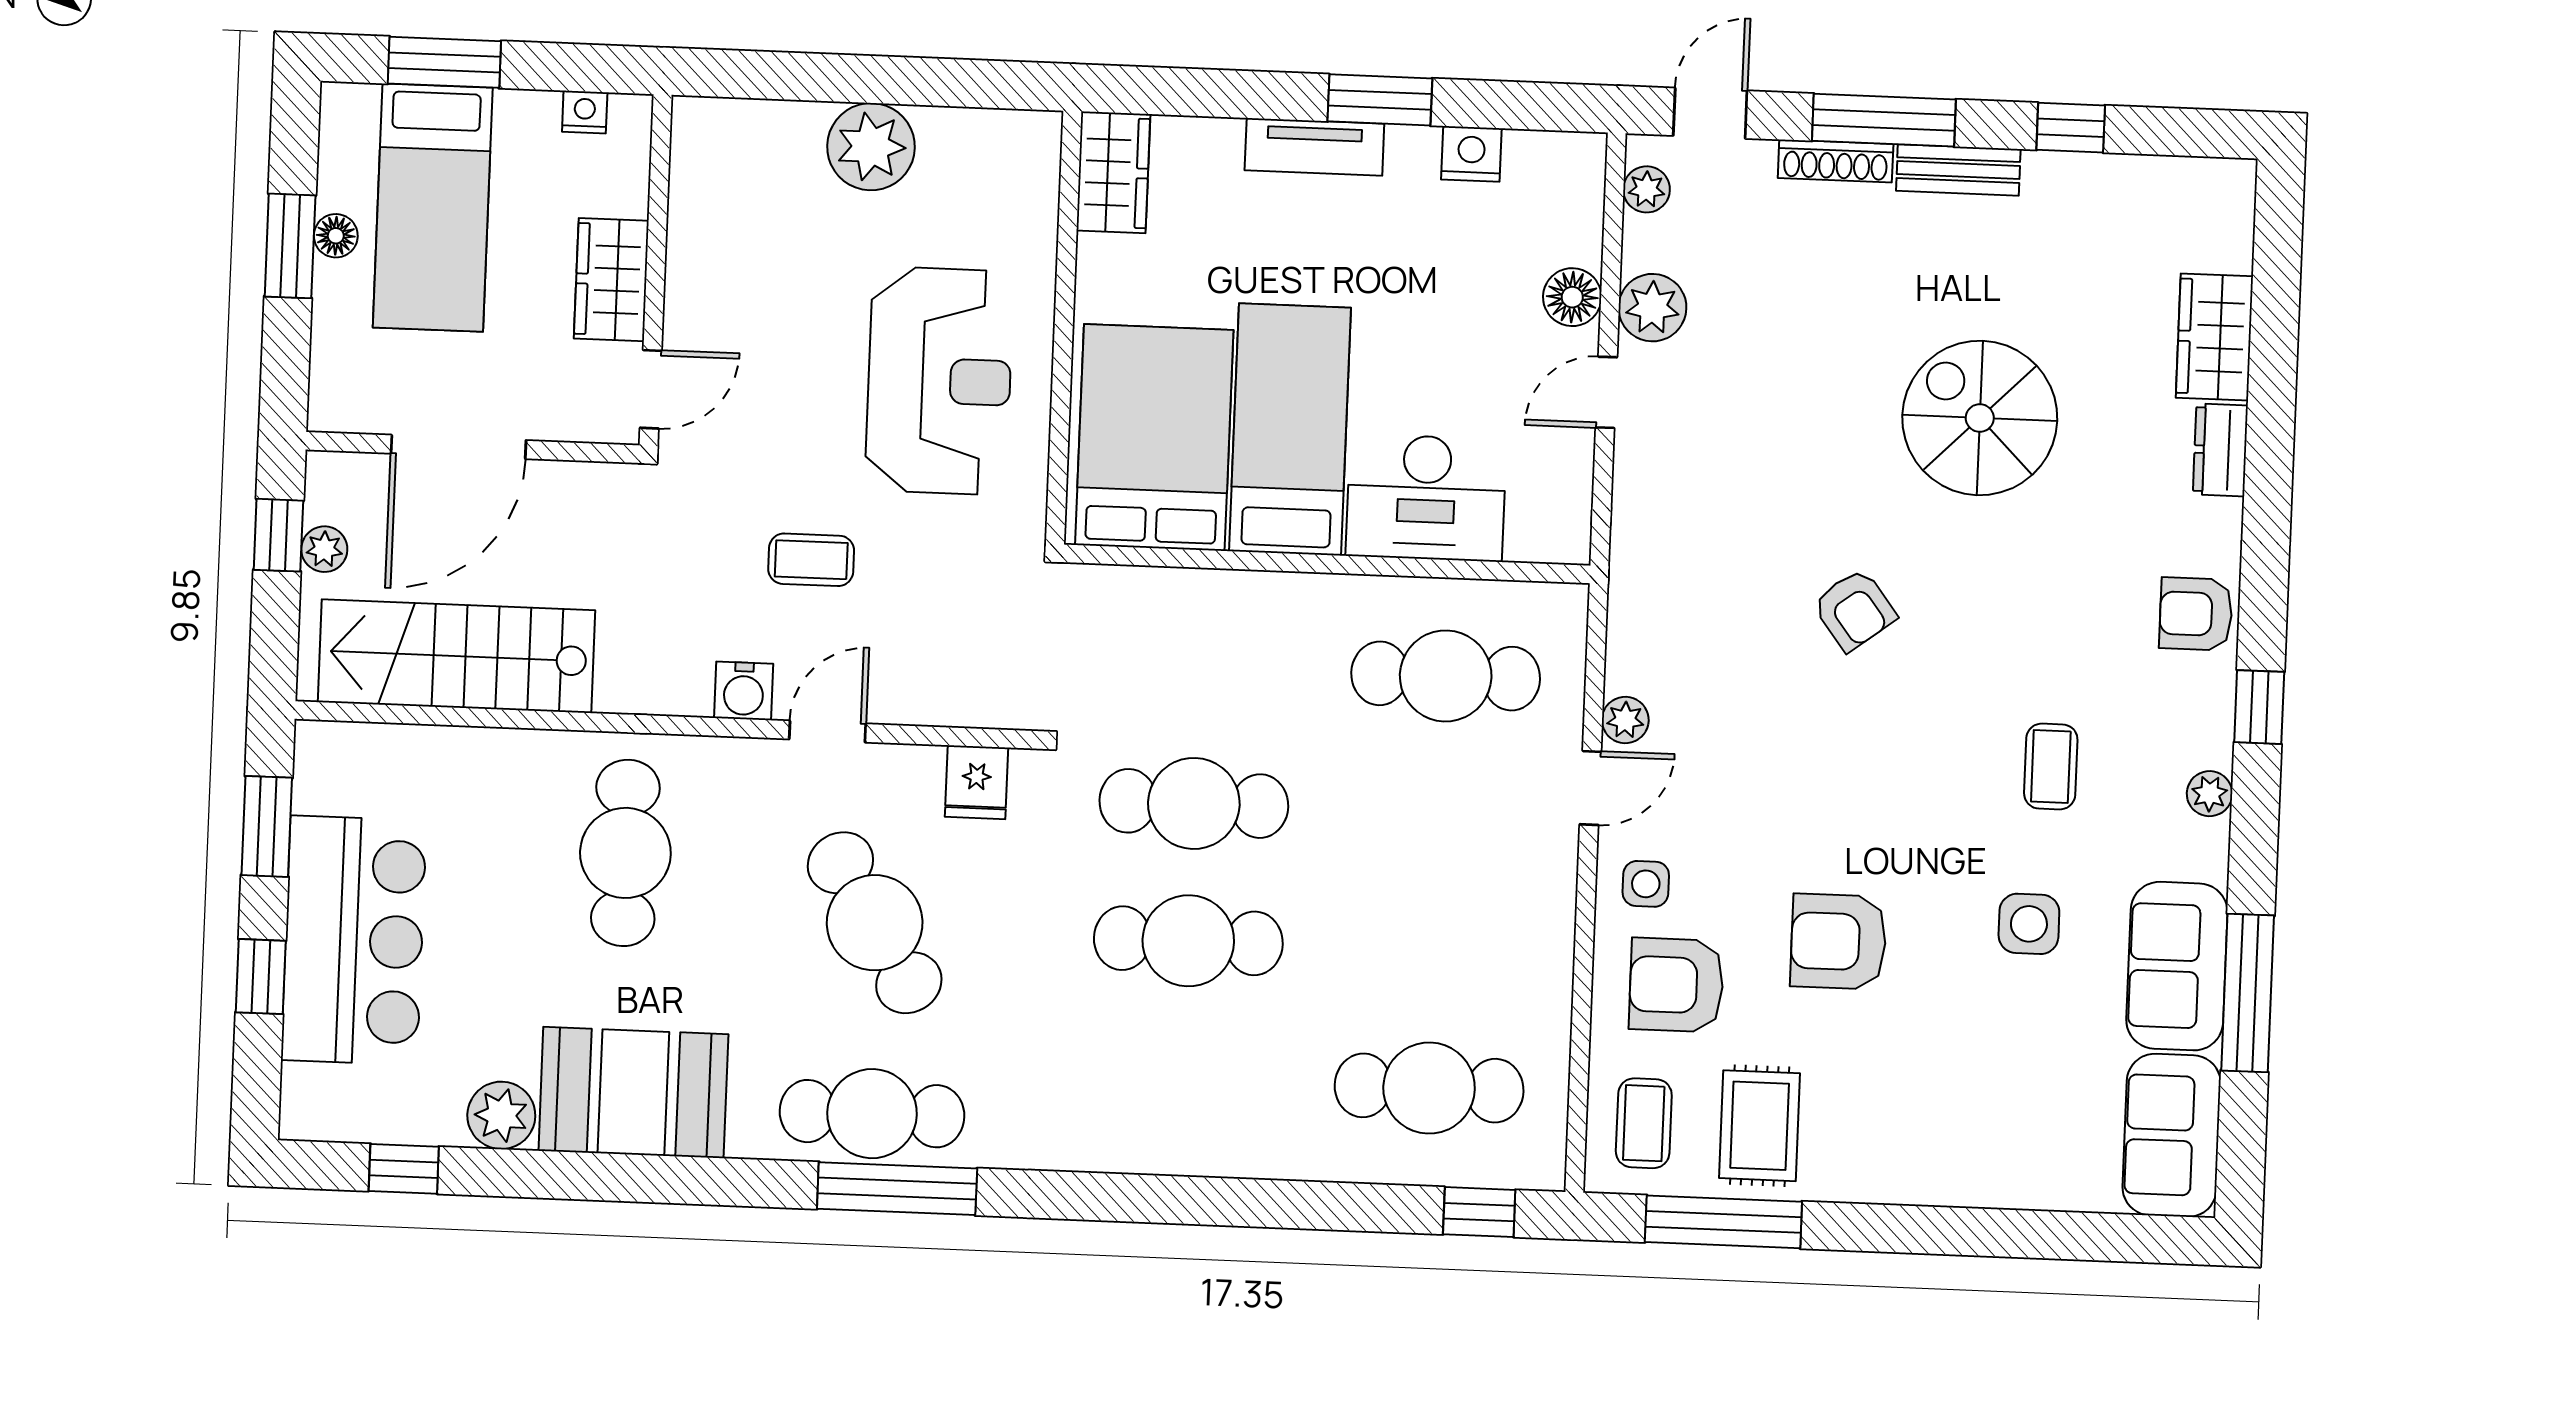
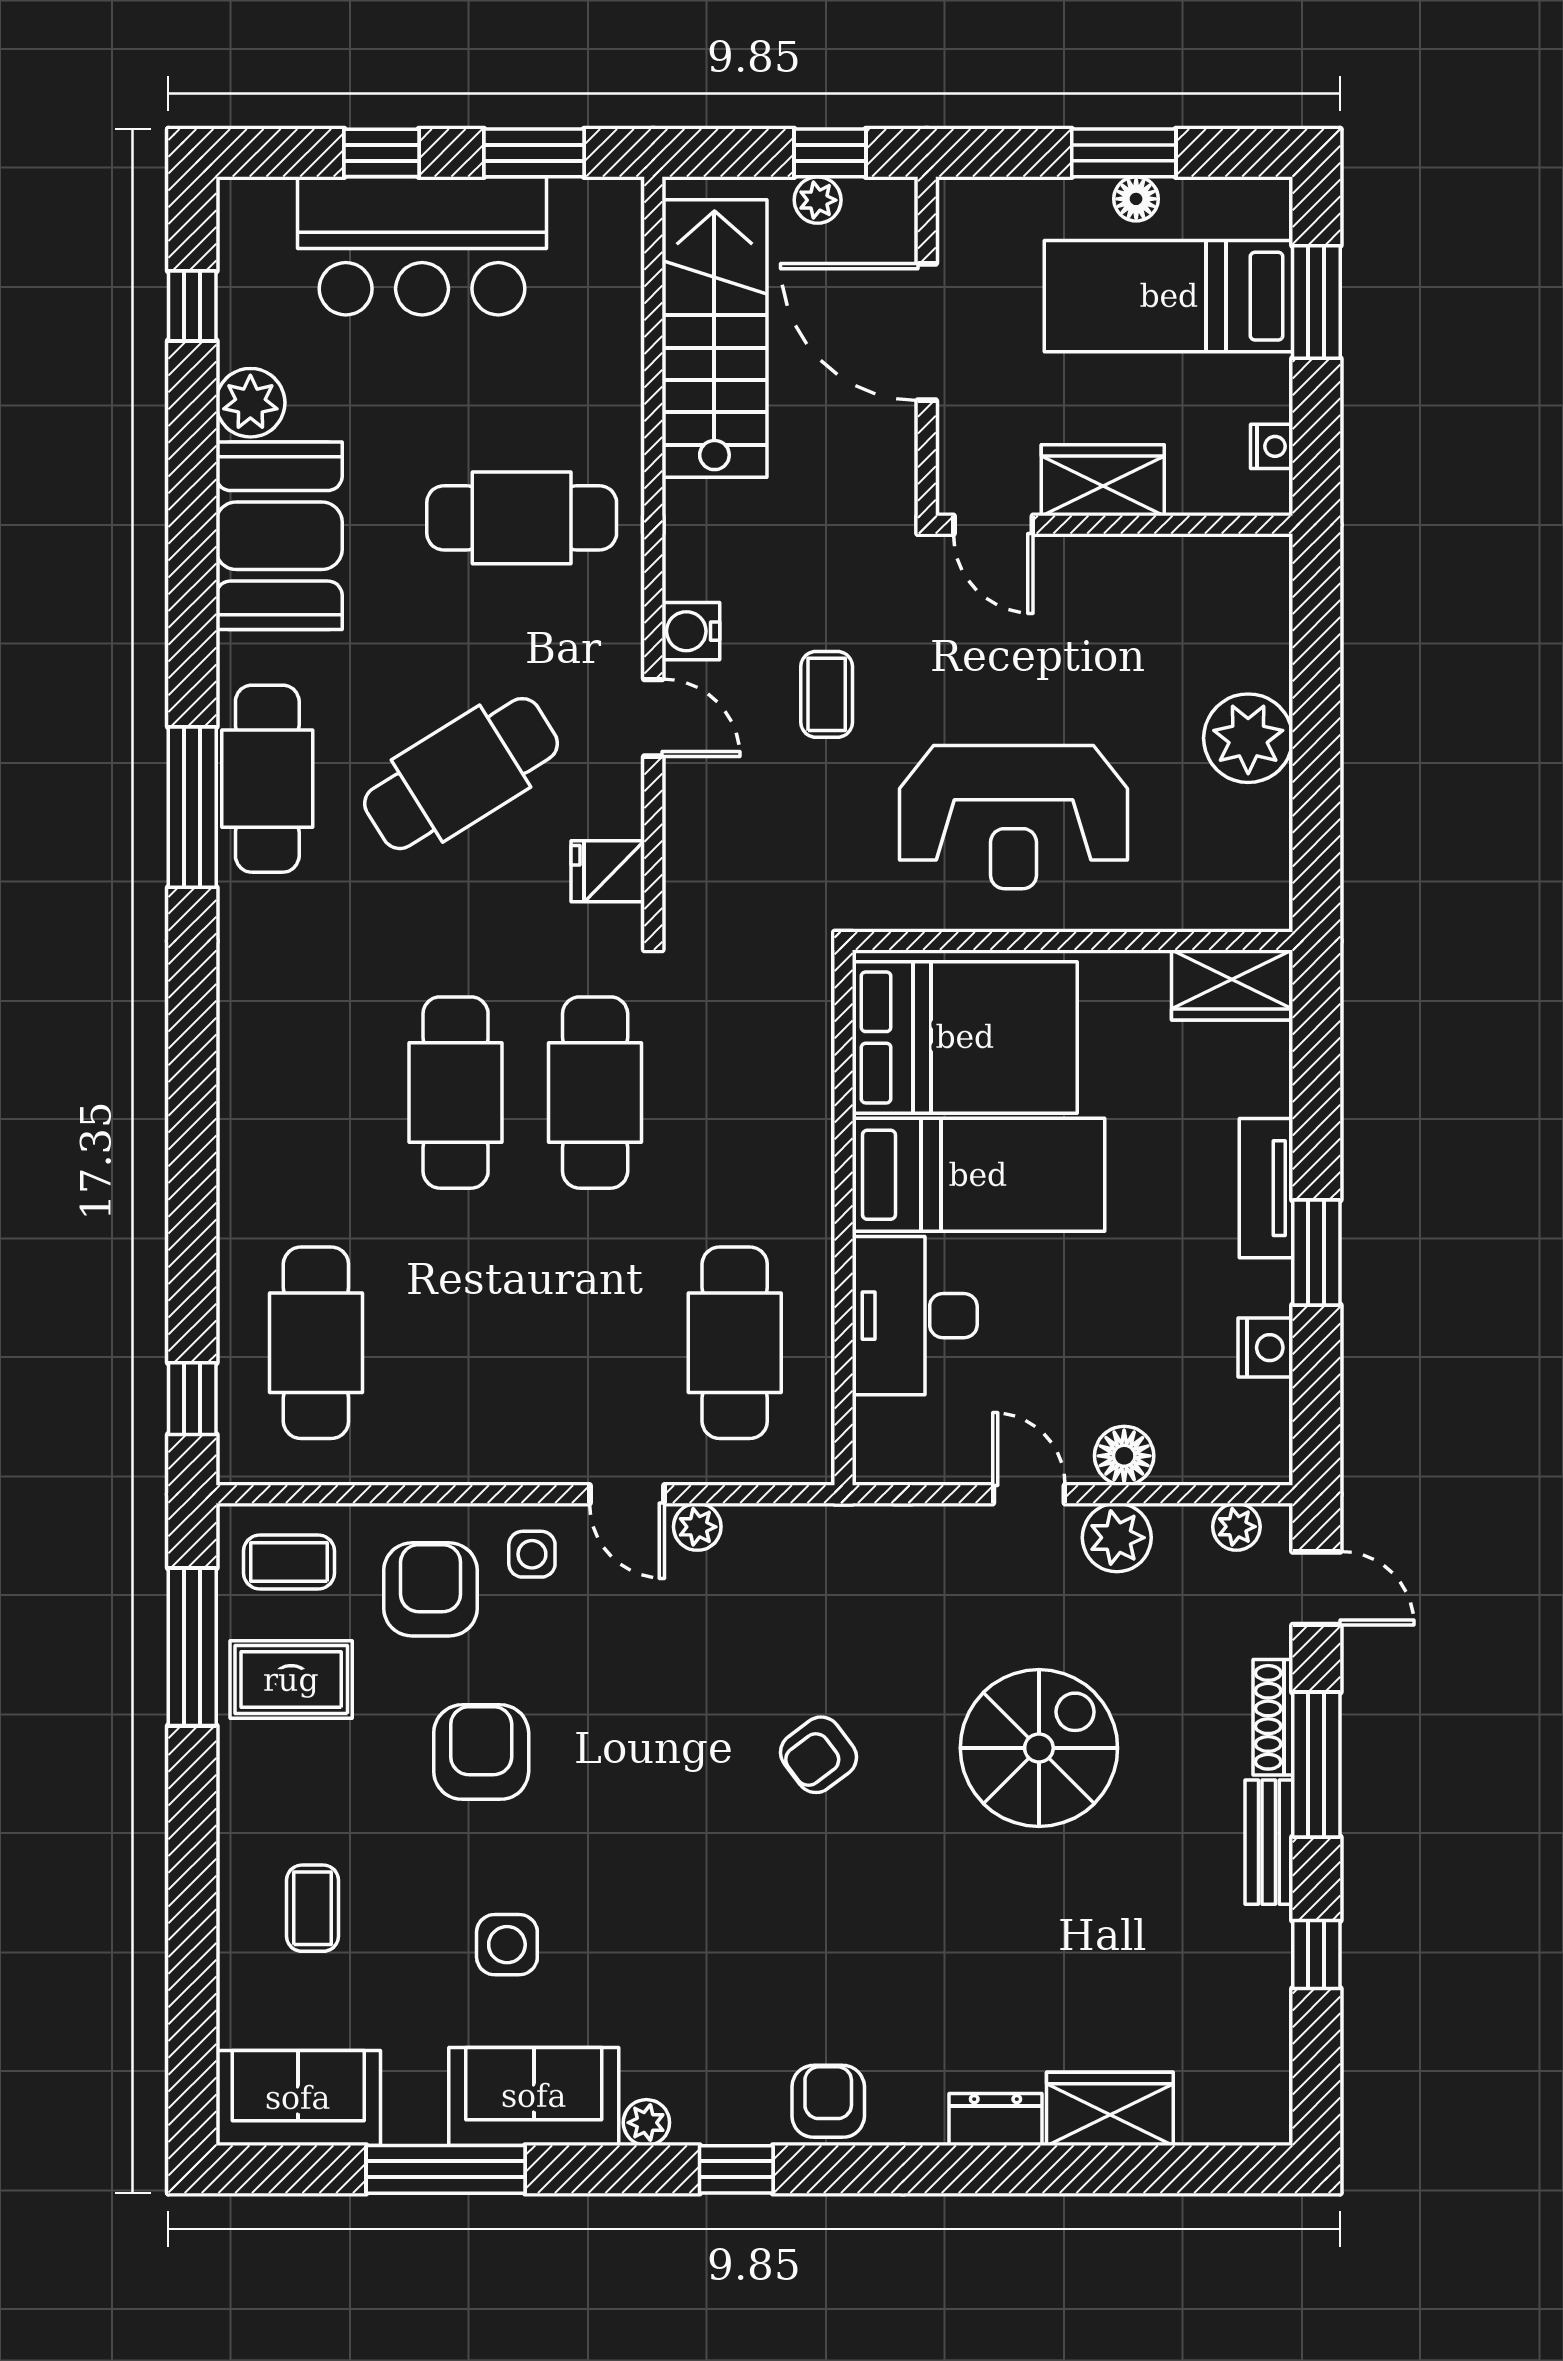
spiral stairs: (1980, 418) -> (1039, 1748), moved
coffee table: (2051, 767) -> (313, 1908), moved, turned 90
sofa: (2177, 966) -> (534, 2096), moved

